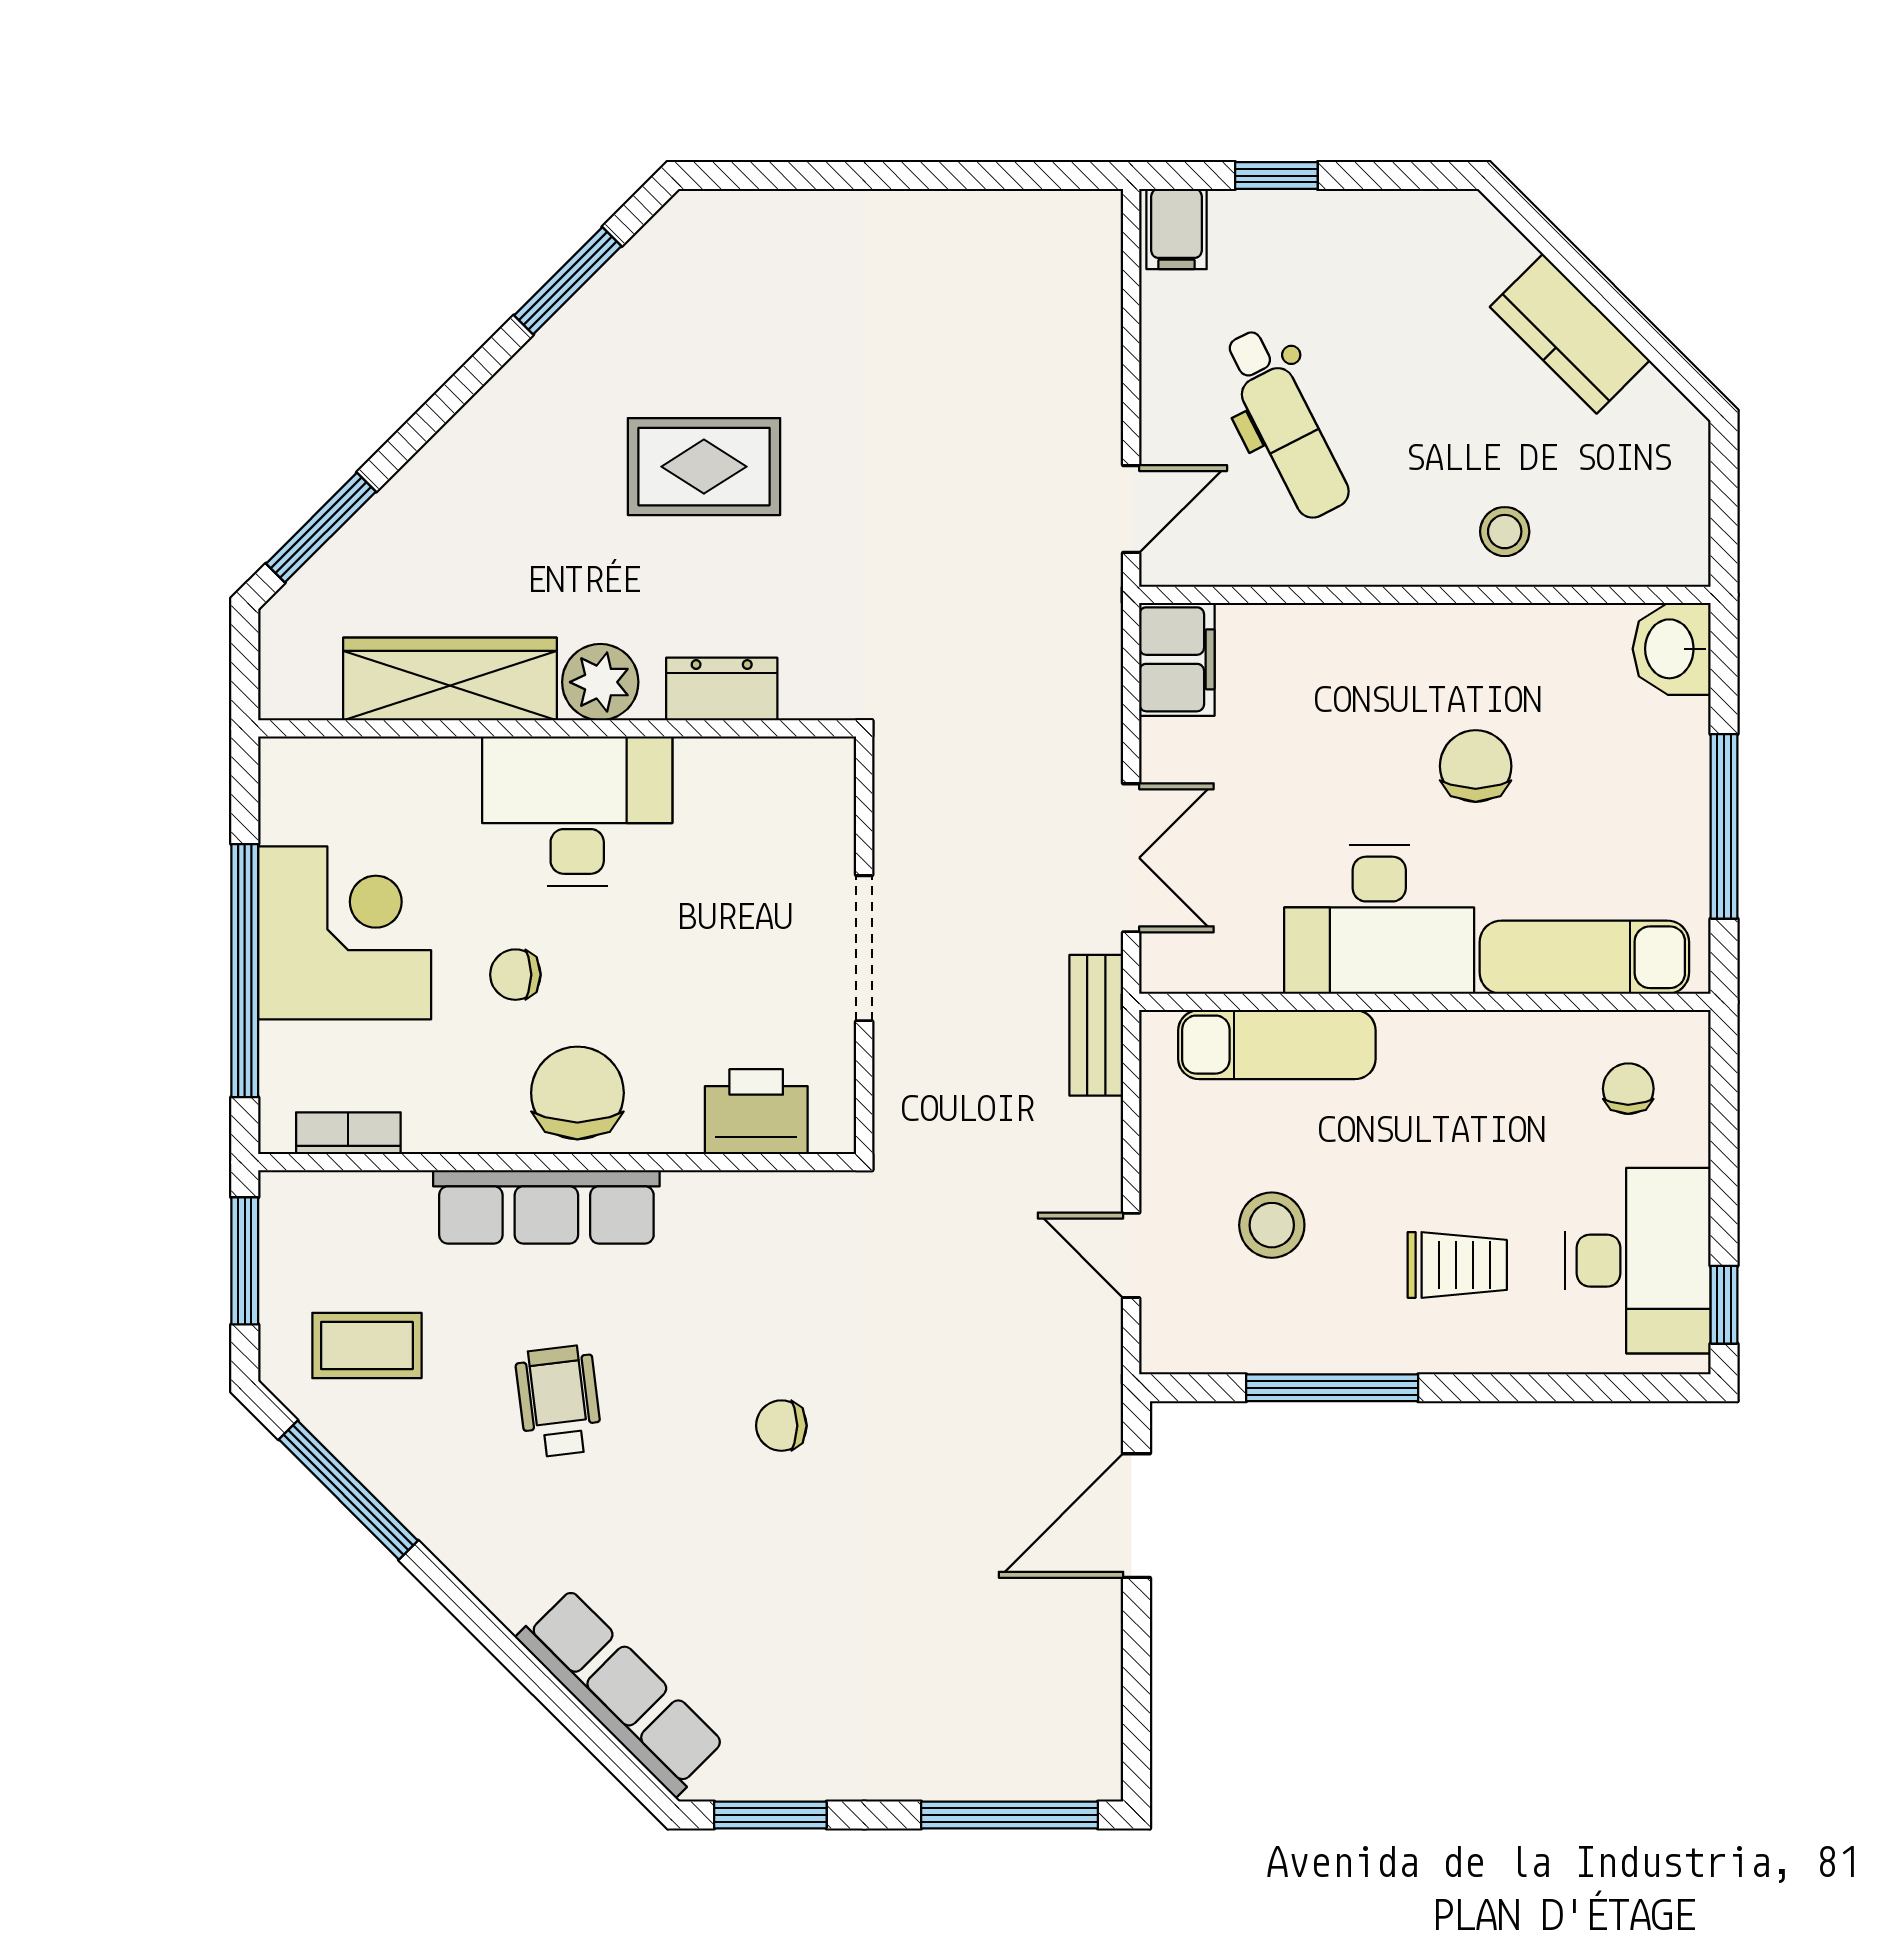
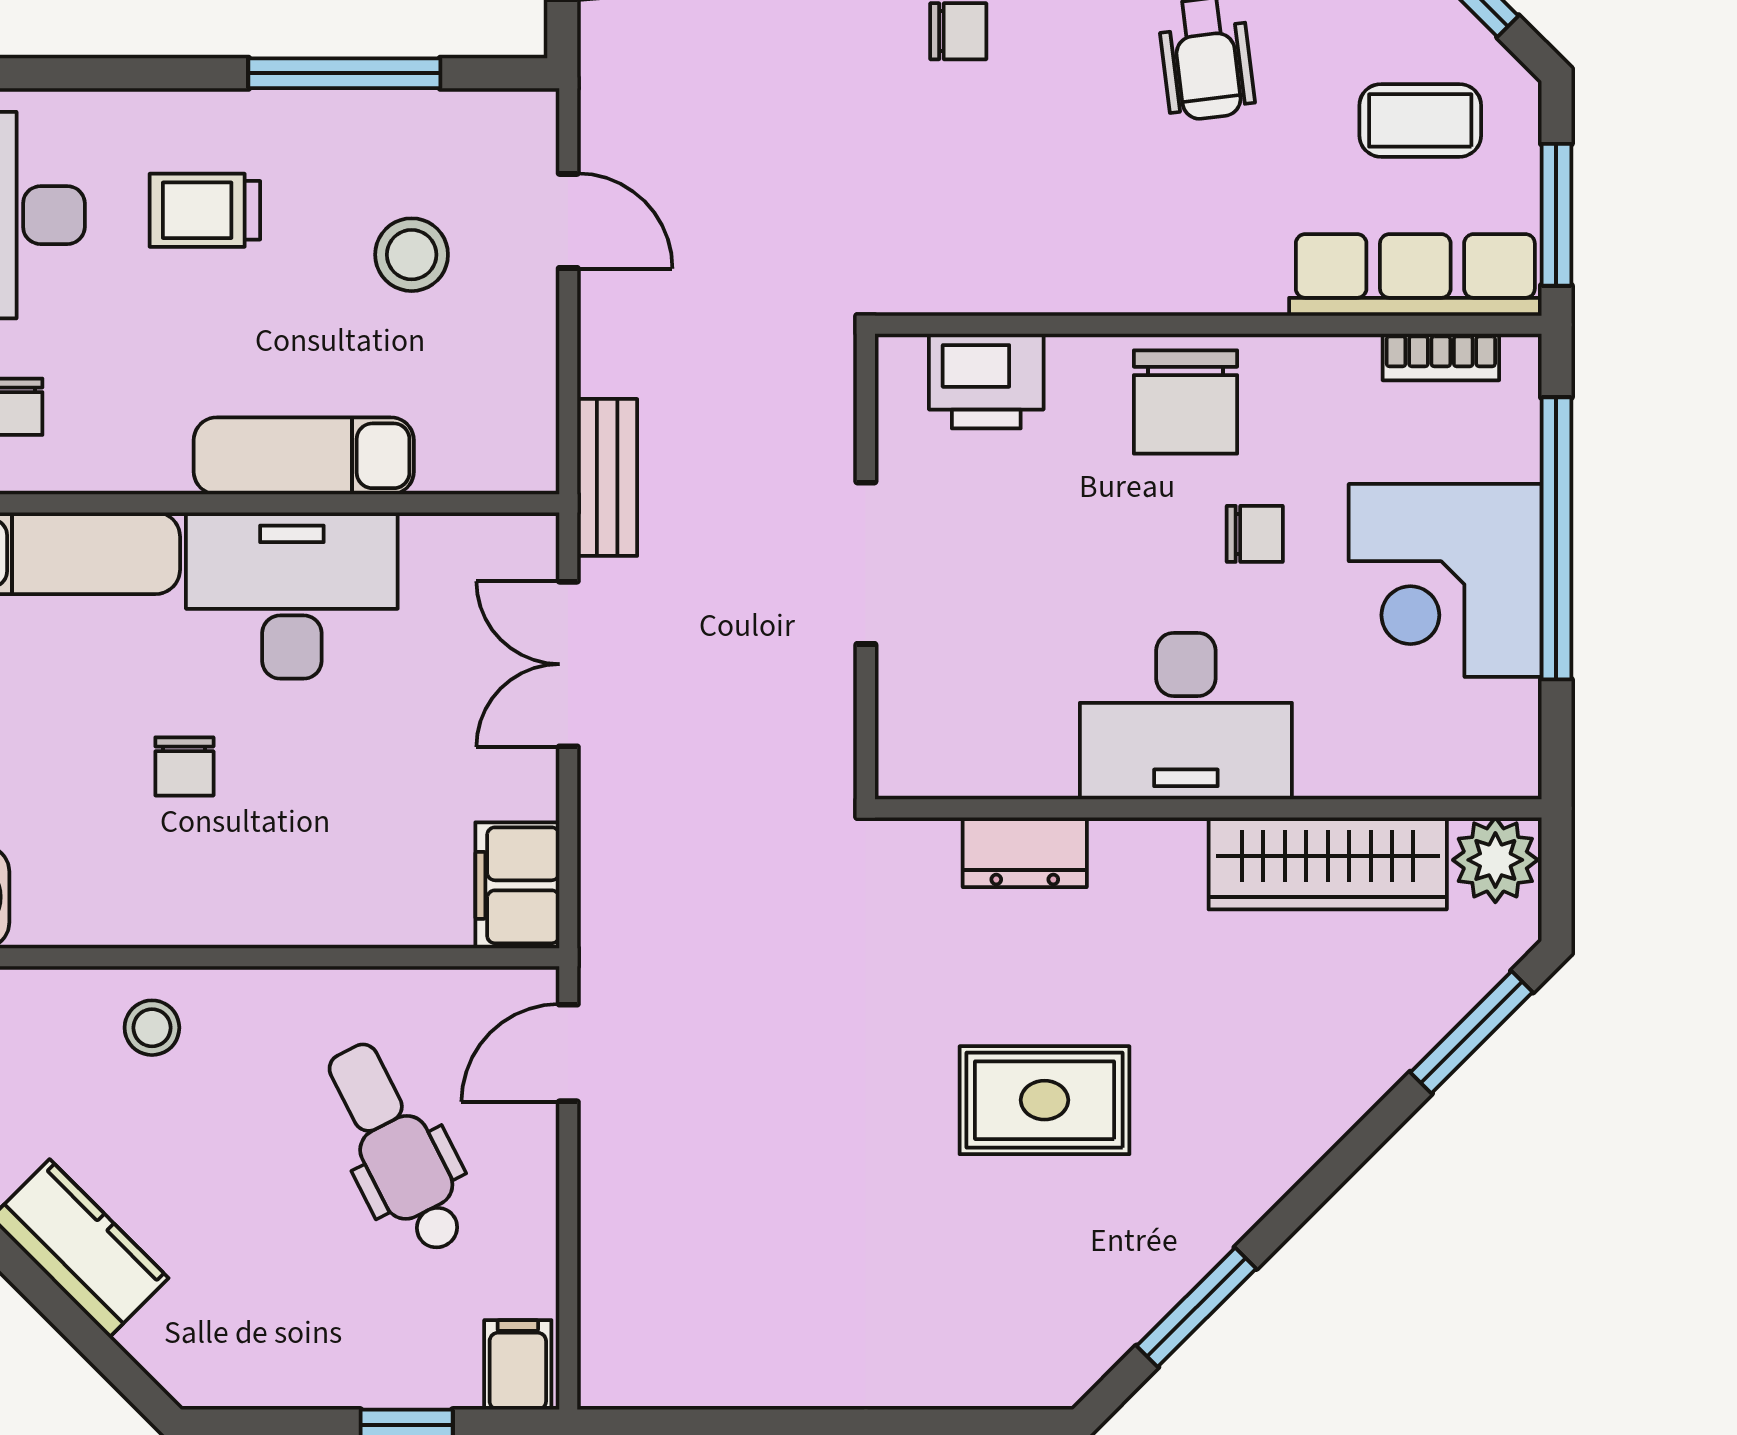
plant: (600, 682) -> (1495, 860), moved
chair: (1476, 766) -> (184, 766), width x0.73, depth x0.73
exam couch: (1277, 1045) -> (304, 456), moved
row of seats: (546, 1207) -> (1415, 275), moved

